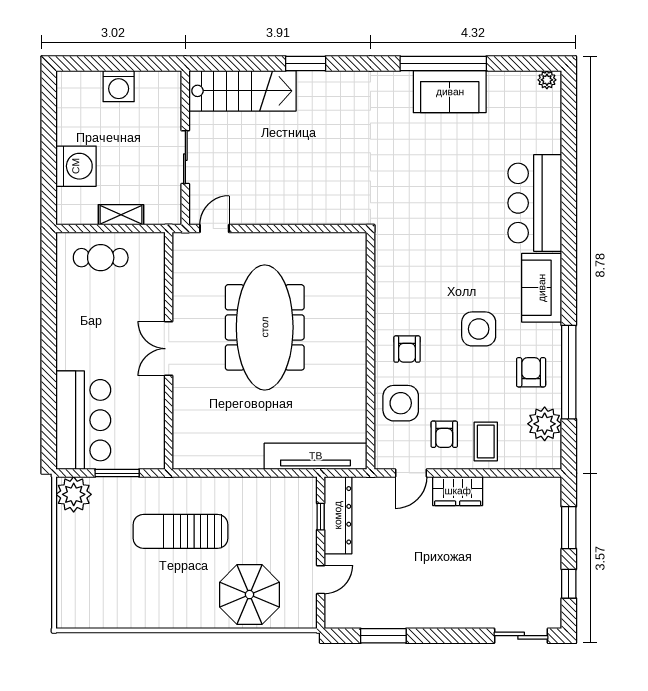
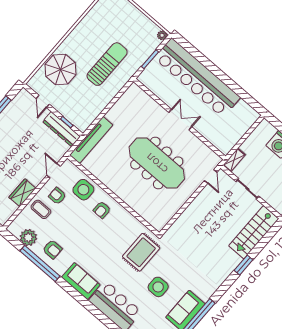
shelving: (121, 215) -> (234, 160), moved
rug: (420, 234) -> (141, 252), added
cafe table: (101, 258) -> (237, 124), removed
side table: (479, 329) -> (158, 287), moved
armchair: (407, 349) -> (102, 210), turned -90
bar counter: (83, 420) -> (197, 78), width x1.86
wardrobe: (458, 491) -> (22, 193), moved
plant: (74, 494) -> (162, 35), width x0.53, depth x0.53

